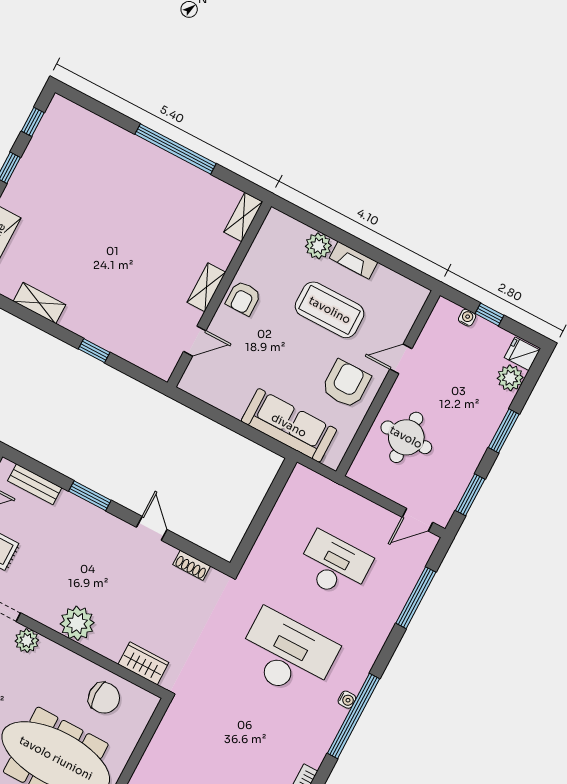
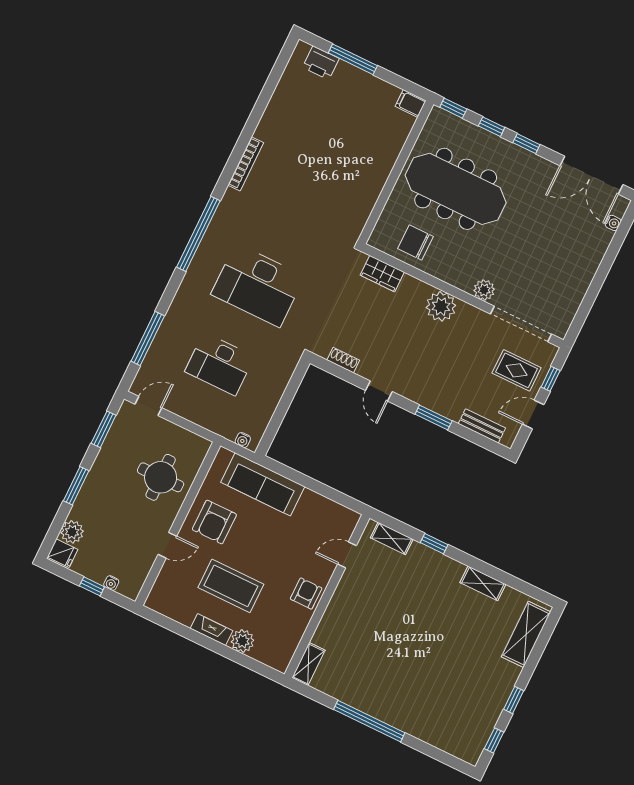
shelving: (206, 287) -> (392, 538), moved, turned 90
water cooler: (347, 700) -> (243, 440), moved, turned -90

